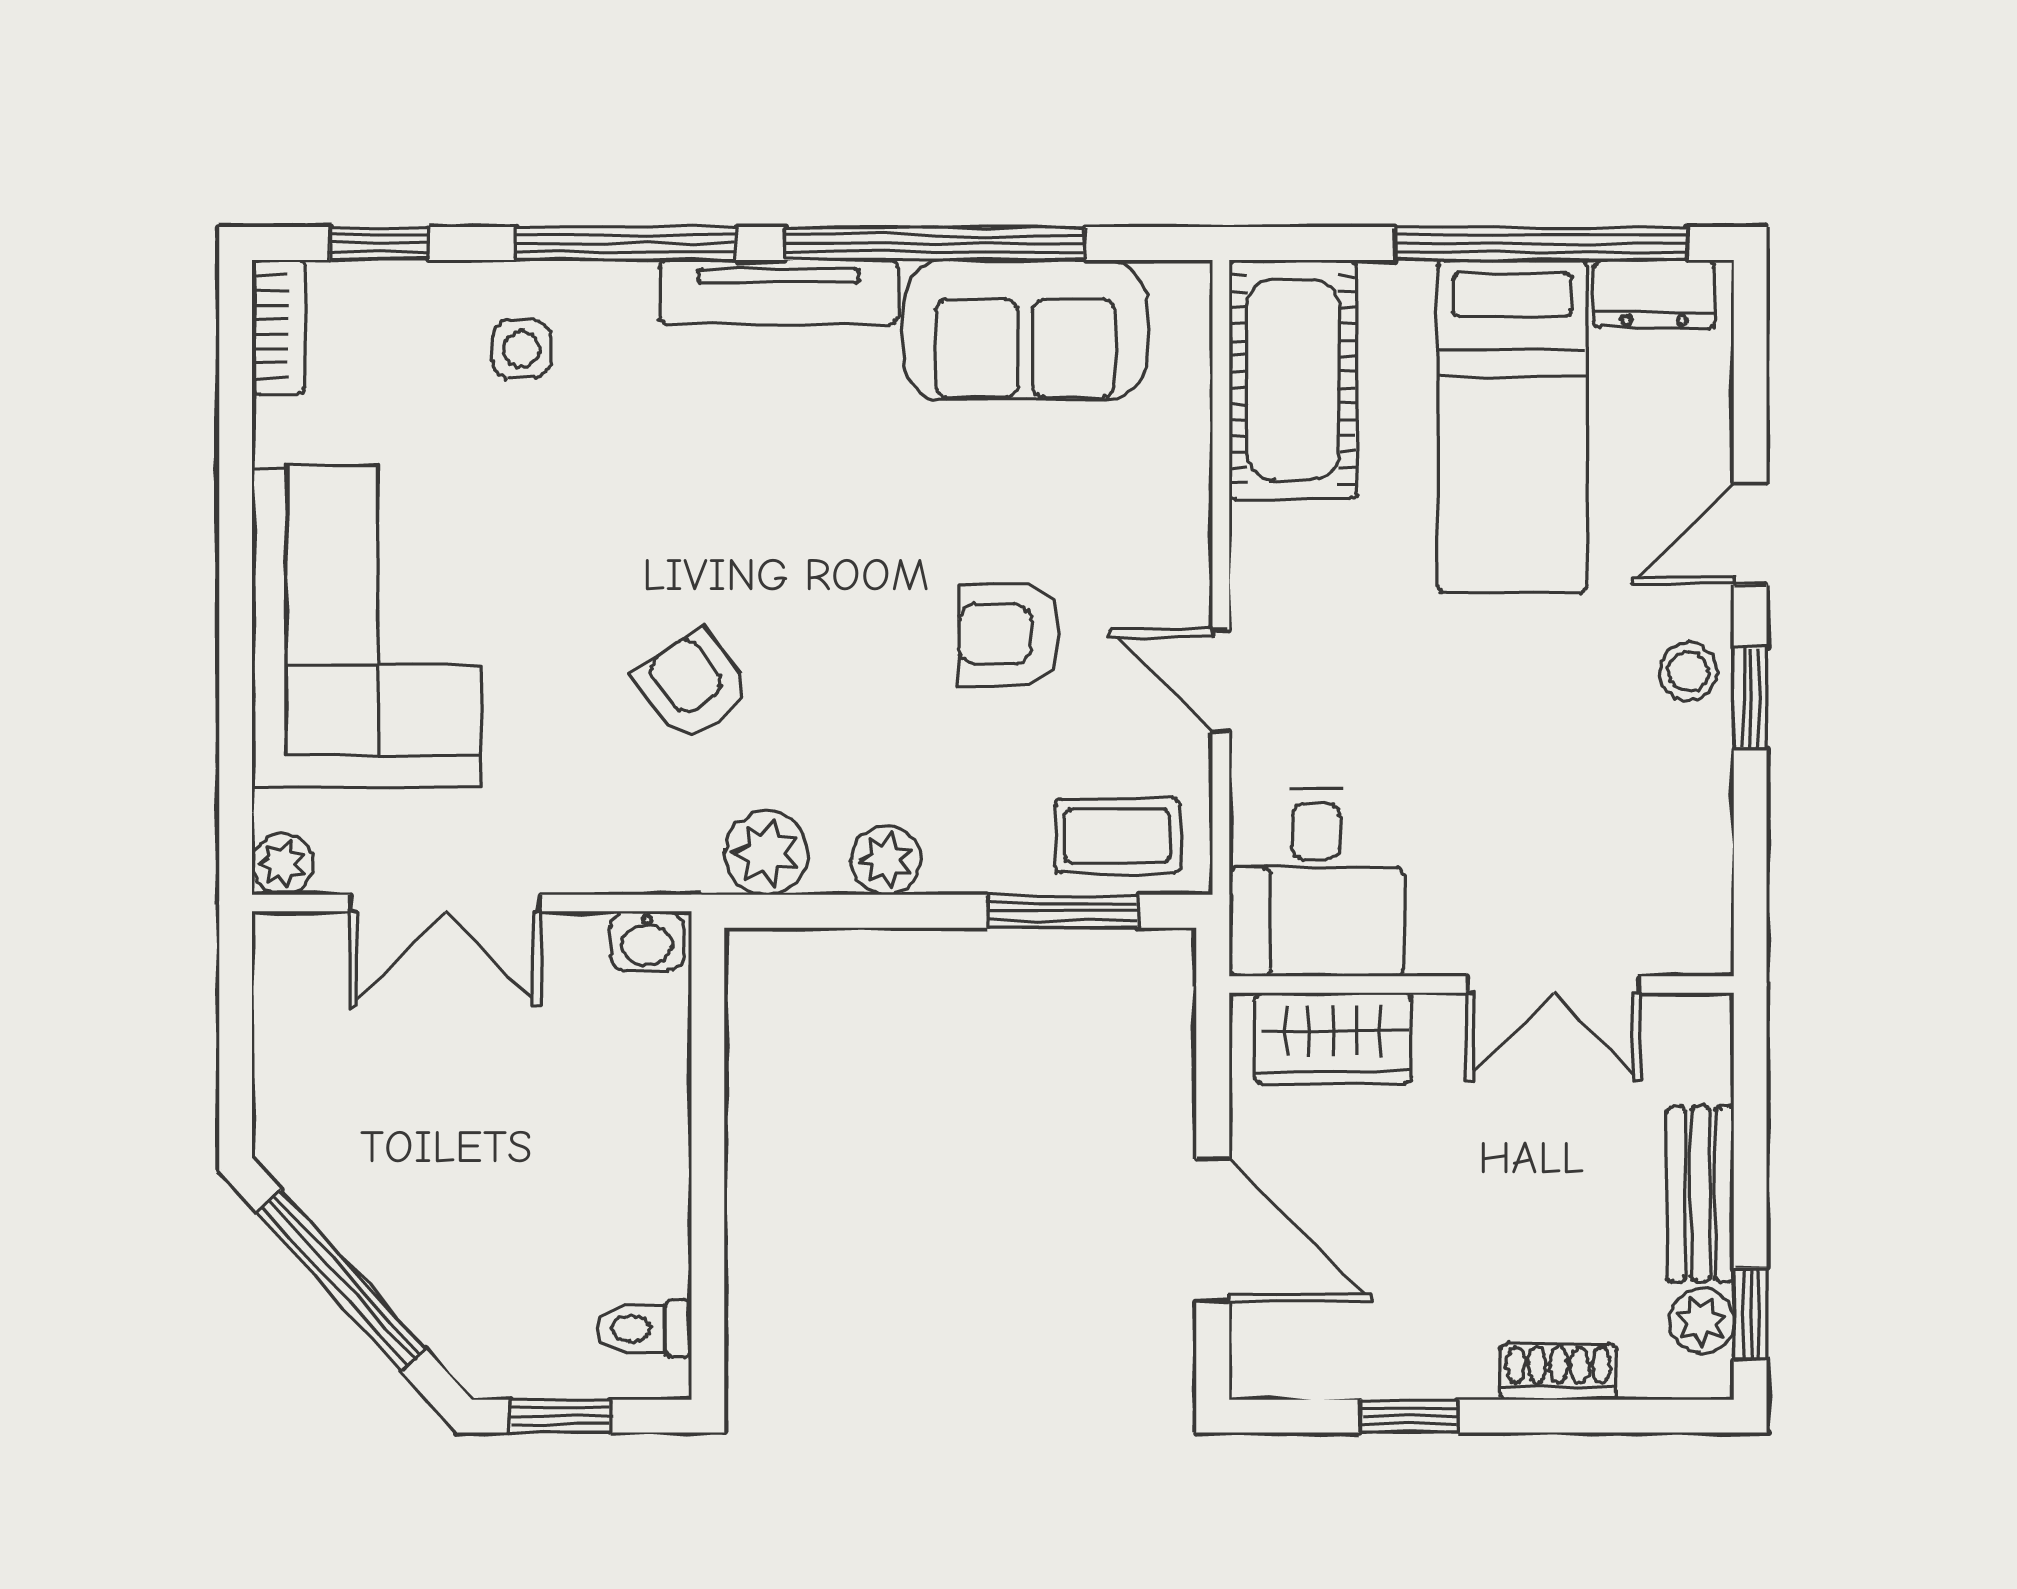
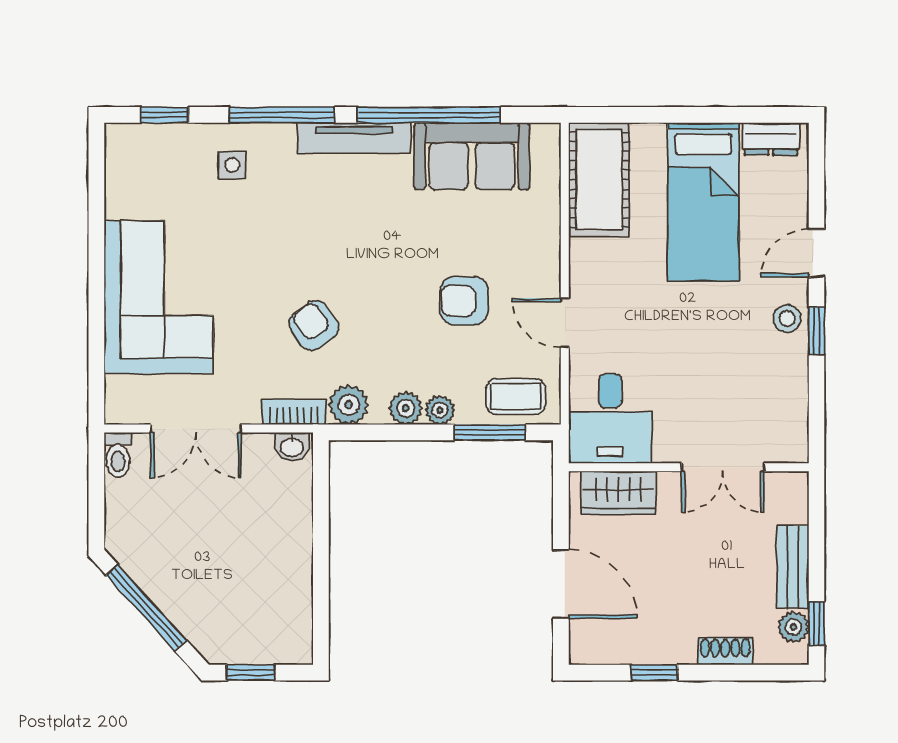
window: (1541, 243) -> (717, 115), removed
bookcase: (279, 327) -> (294, 412), moved, turned -90
plant: (283, 864) -> (440, 410), moved
toilet: (644, 1328) -> (118, 455), moved, turned -90

